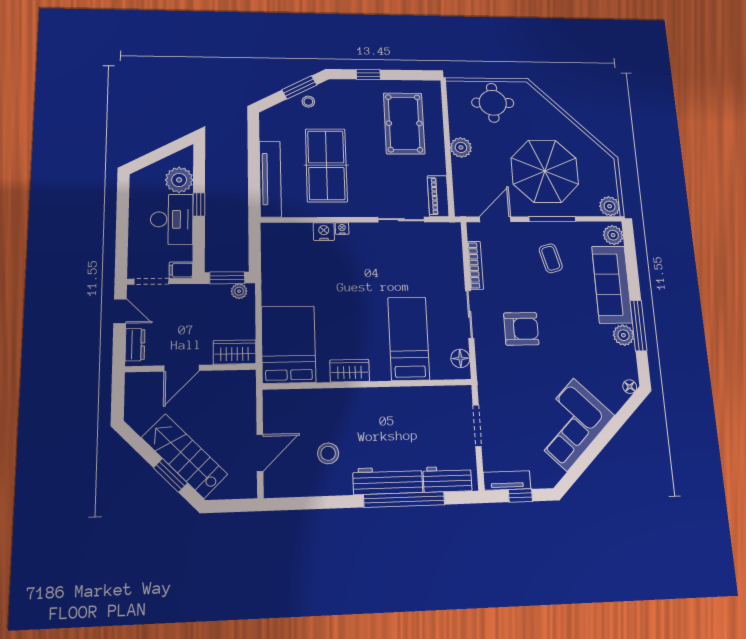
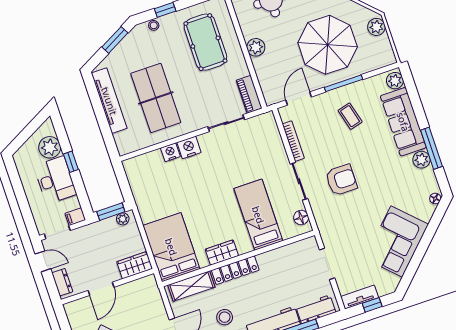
stool: (308, 102) -> (154, 25), moved
tv unit: (270, 179) -> (109, 101), moved
plant: (610, 206) -> (376, 27), moved
nightstand: (342, 228) -> (189, 147), width x1.89, depth x1.79
locker: (360, 398) -> (235, 270), added
shelving: (298, 401) -> (191, 286), added

